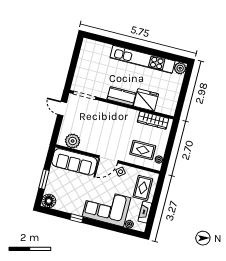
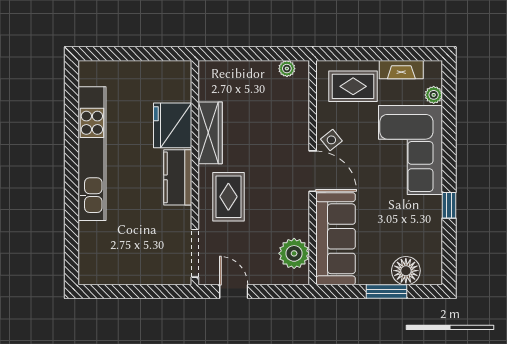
plant: (180, 68) -> (90, 73), removed
door: (62, 109) -> (234, 292), swing flipped
wardrobe: (153, 120) -> (210, 133), moved
rug: (143, 150) -> (228, 197), moved
floor lamp: (49, 201) -> (406, 271), moved

